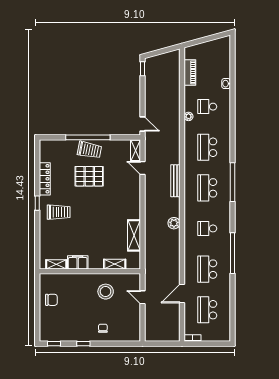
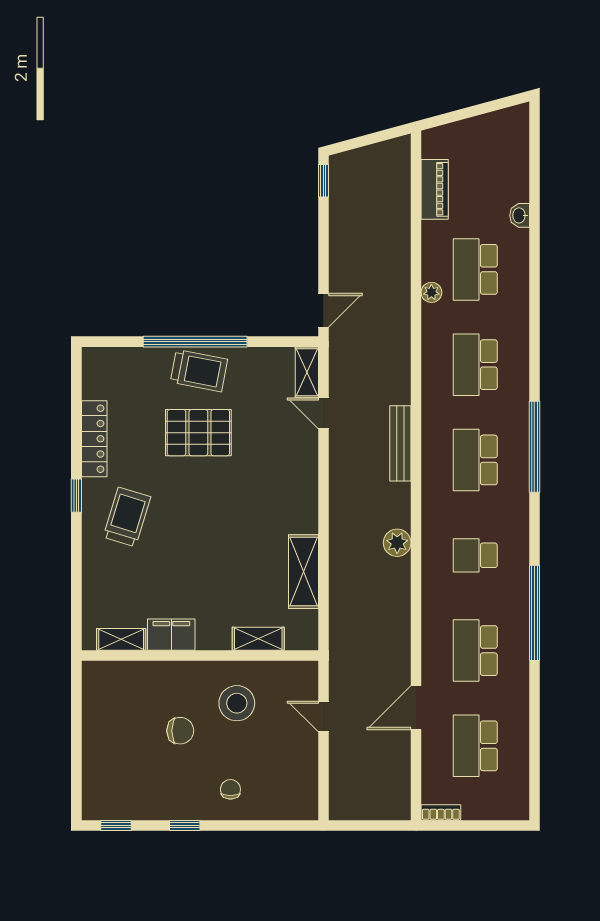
school desk: (207, 107) -> (475, 269), width x1.85
door: (143, 124) -> (323, 310), hinge flipped
trolley: (59, 212) -> (127, 517), turned -73
chair: (51, 300) -> (180, 731), moved

